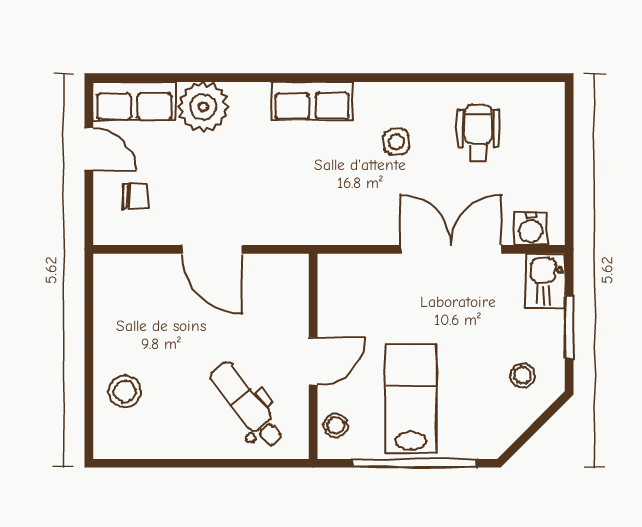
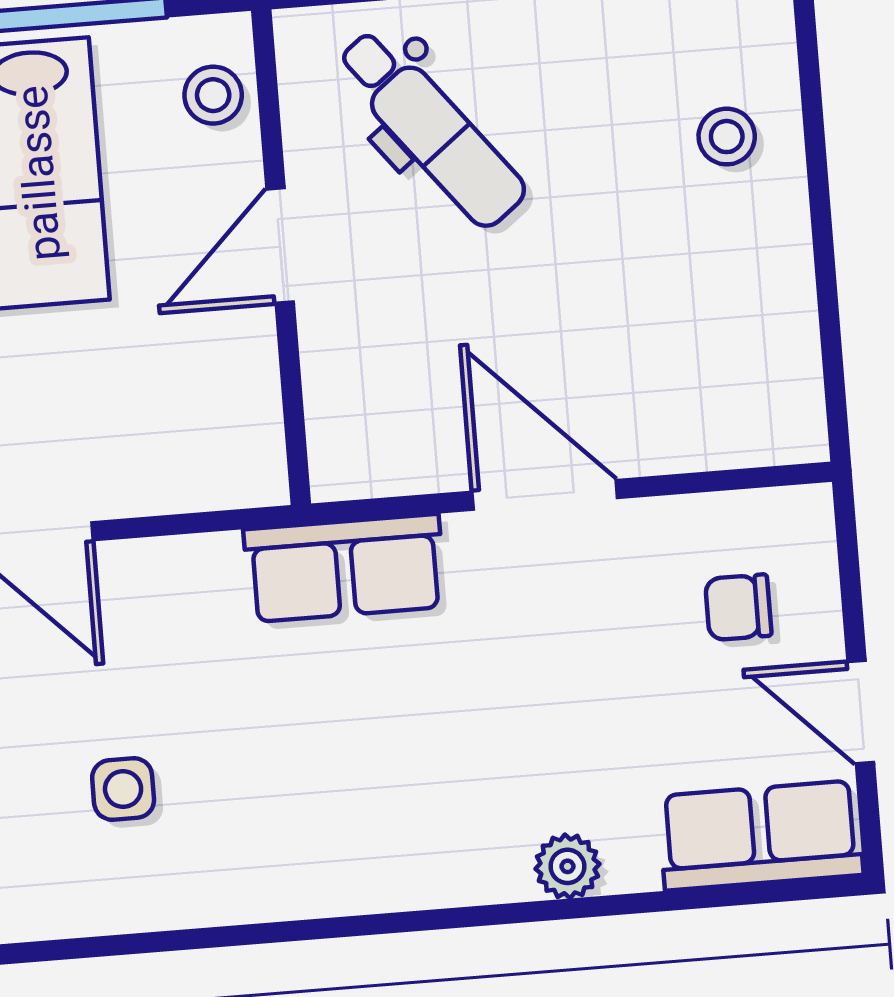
row of seats: (312, 101) -> (345, 568), moved, turned 180
plant: (203, 107) -> (567, 866), width x0.53, depth x0.53
stool: (125, 391) -> (727, 137), width x0.73, depth x0.73

